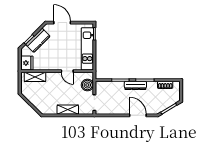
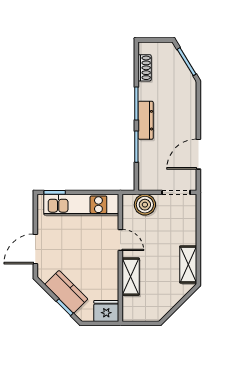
door: (67, 71) -> (120, 240), hinge flipped
shelving: (35, 77) -> (131, 277), moved
shelving: (68, 110) -> (188, 264), moved
door: (138, 115) -> (198, 154), moved

